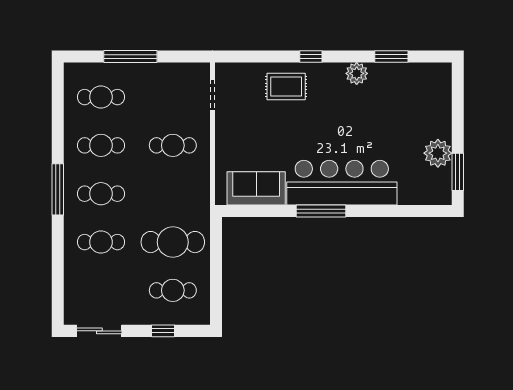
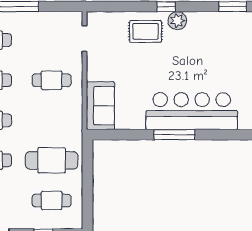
plant: (357, 73) -> (177, 21), moved
sofa: (256, 188) -> (100, 106), moved, turned 90

